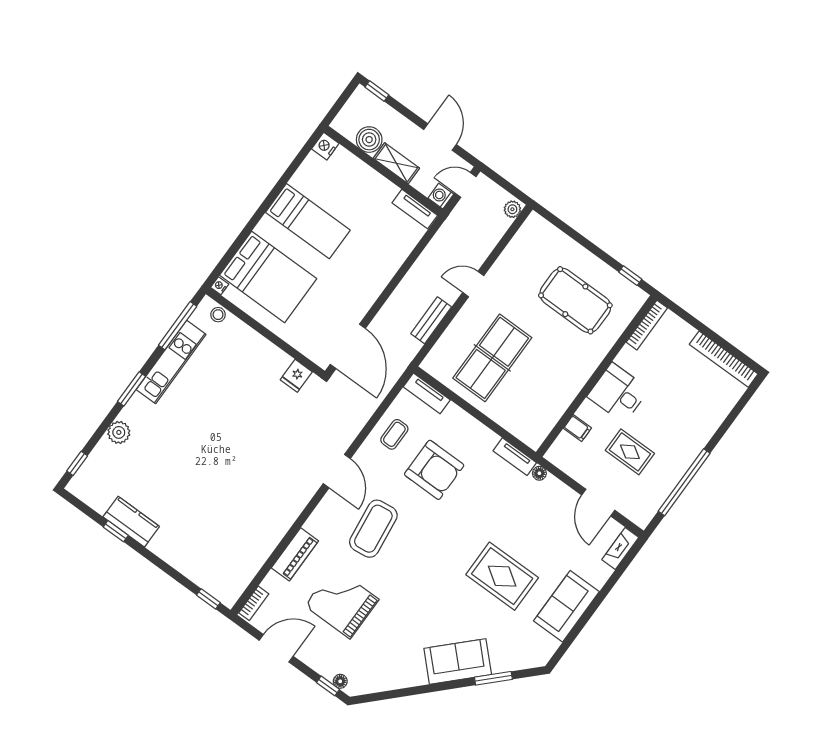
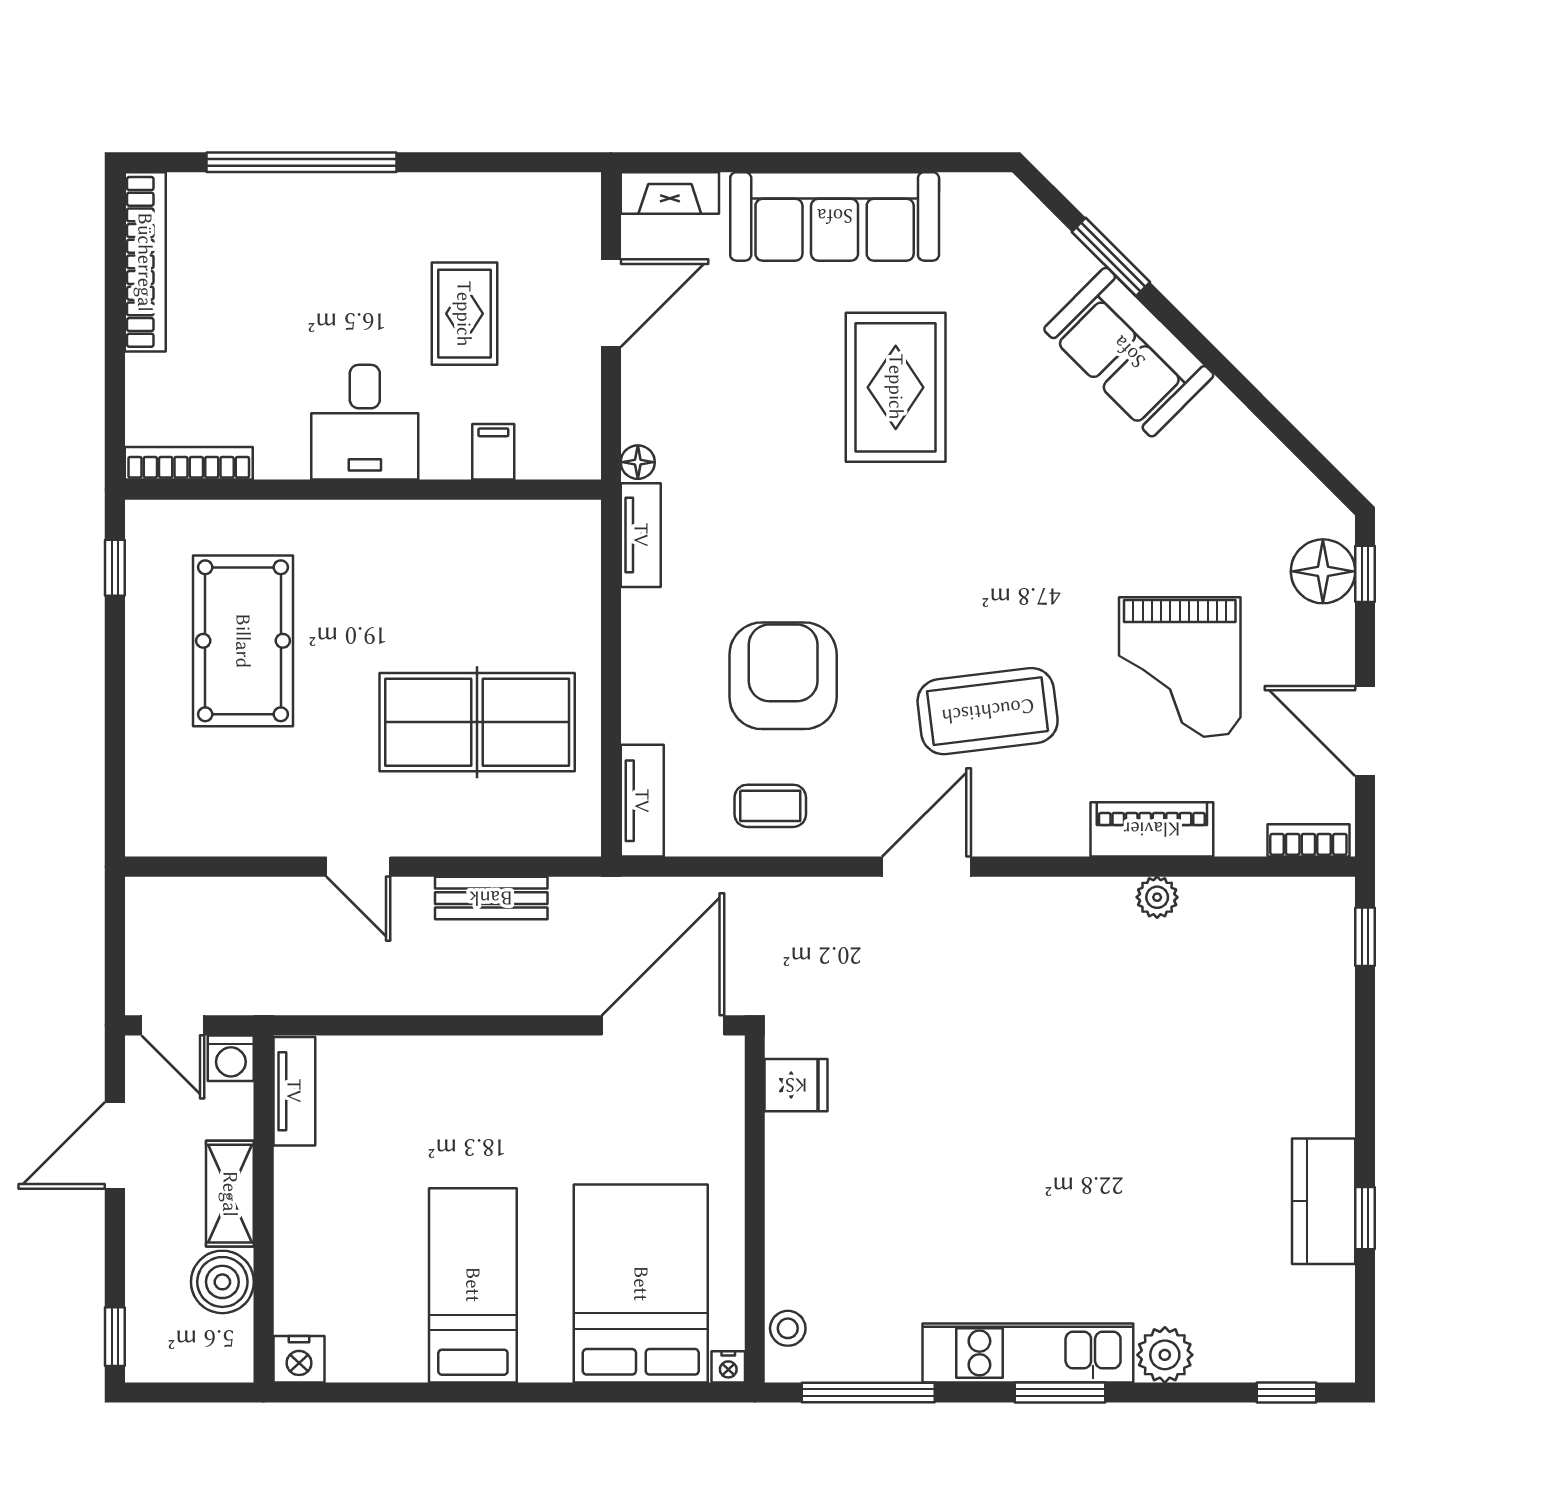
plant: (512, 209) -> (1157, 897), moved
kitchen unit: (171, 362) -> (1028, 1353), moved
window: (684, 482) -> (301, 162), moved
sofa: (566, 606) -> (835, 216), width x1.36
floor lamp: (340, 681) -> (1323, 571), width x1.89, depth x1.89

